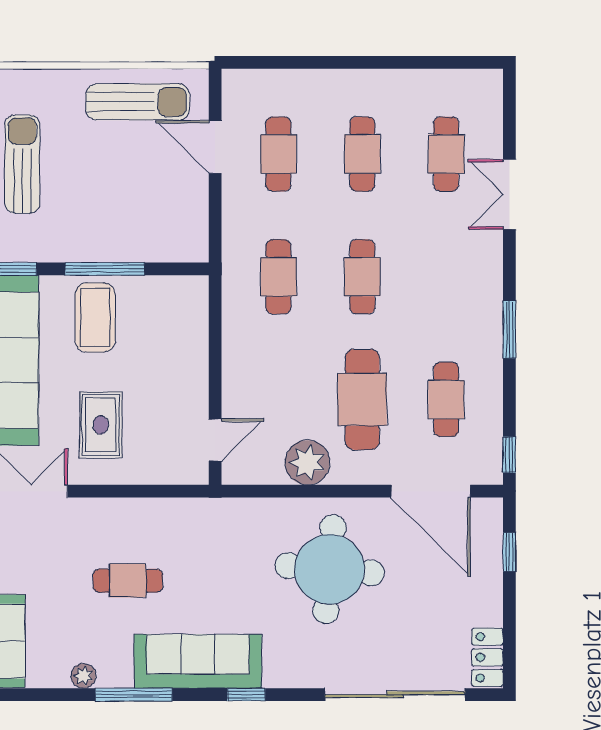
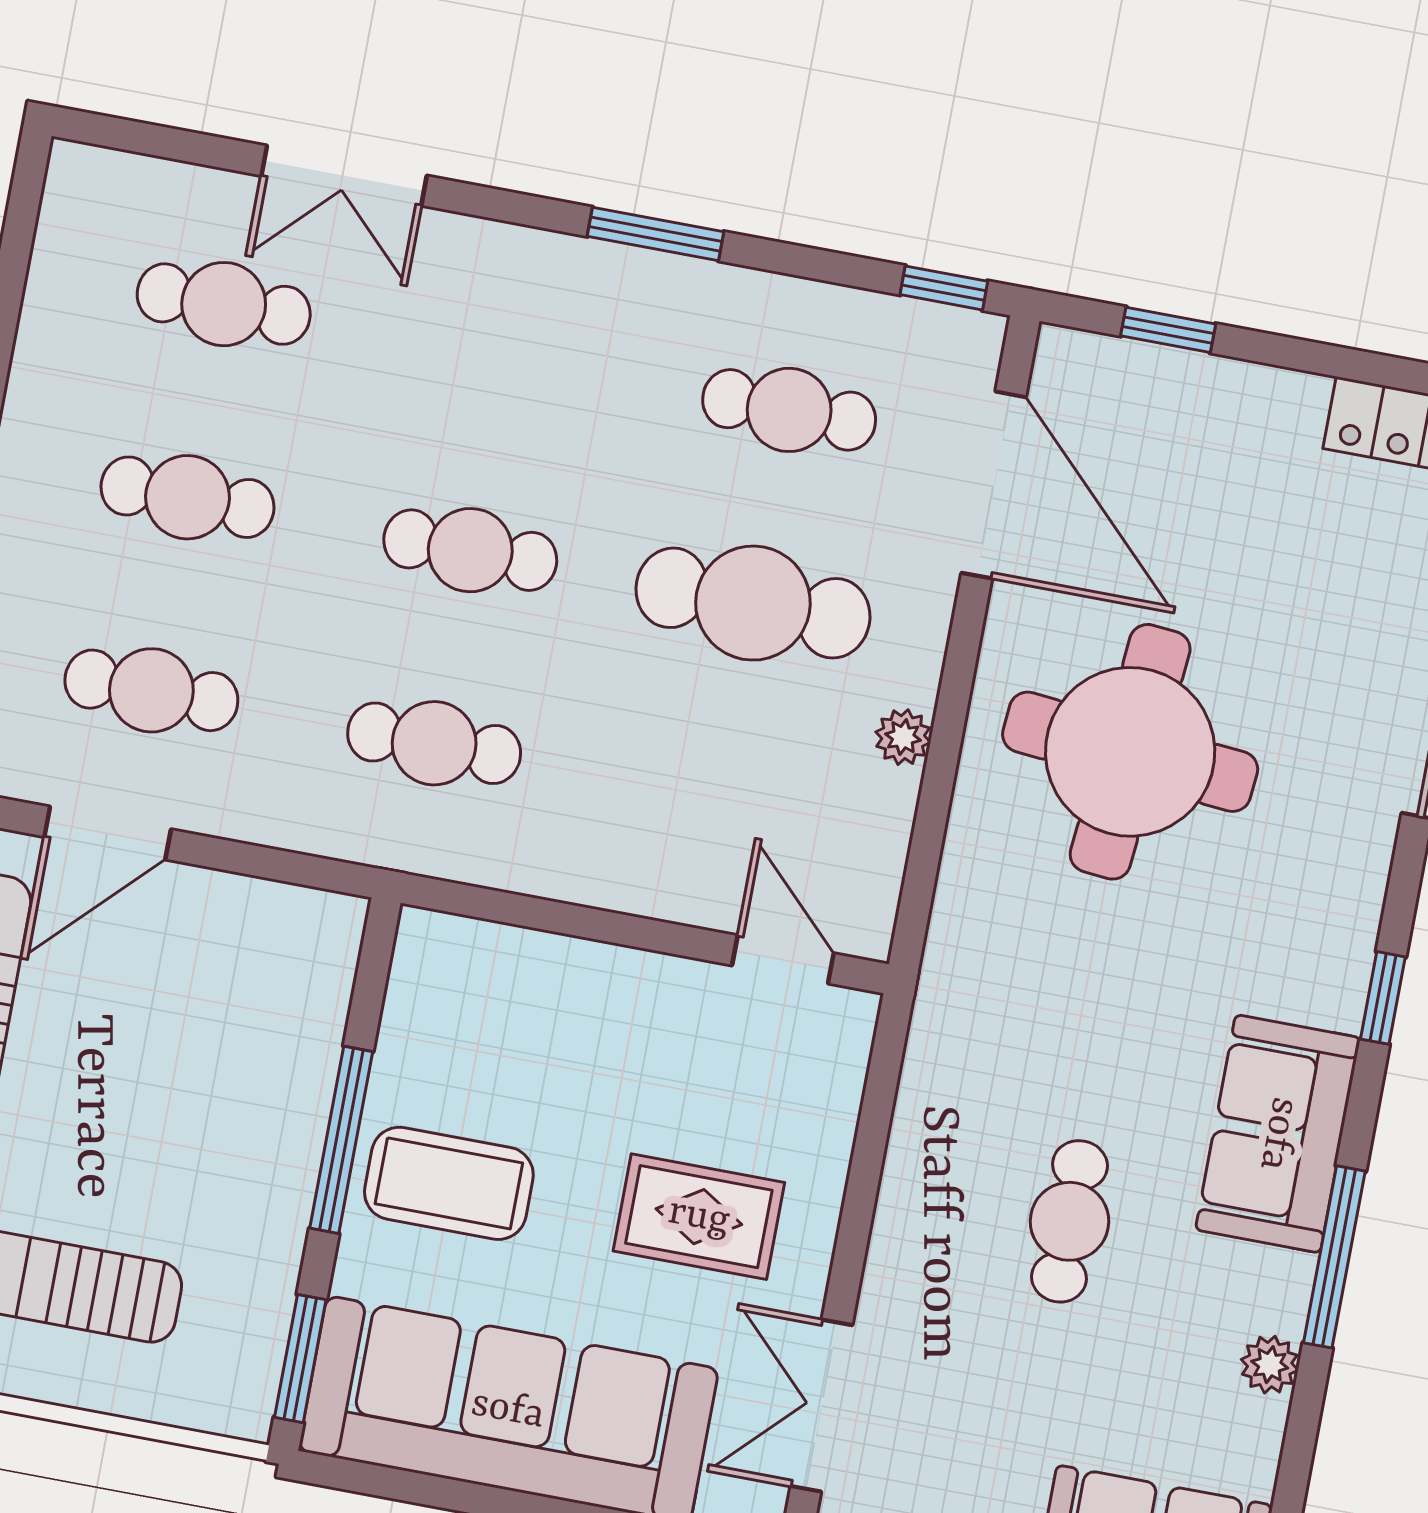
plant: (307, 462) -> (903, 737), width x0.53, depth x0.53
door: (431, 491) -> (994, 485), hinge flipped
sofa: (198, 661) -> (1278, 1134), width x0.73

